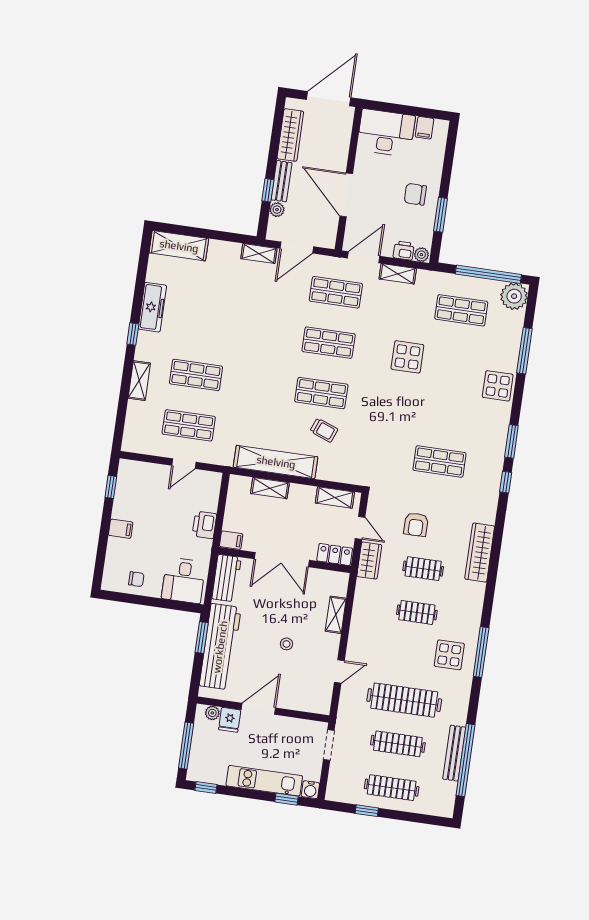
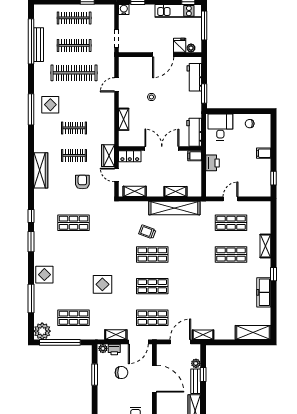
chair: (415, 194) -> (121, 373), moved
workbench: (220, 647) -> (194, 77), width x0.53, depth x0.76
kitchen unit: (264, 781) -> (178, 11), moved

